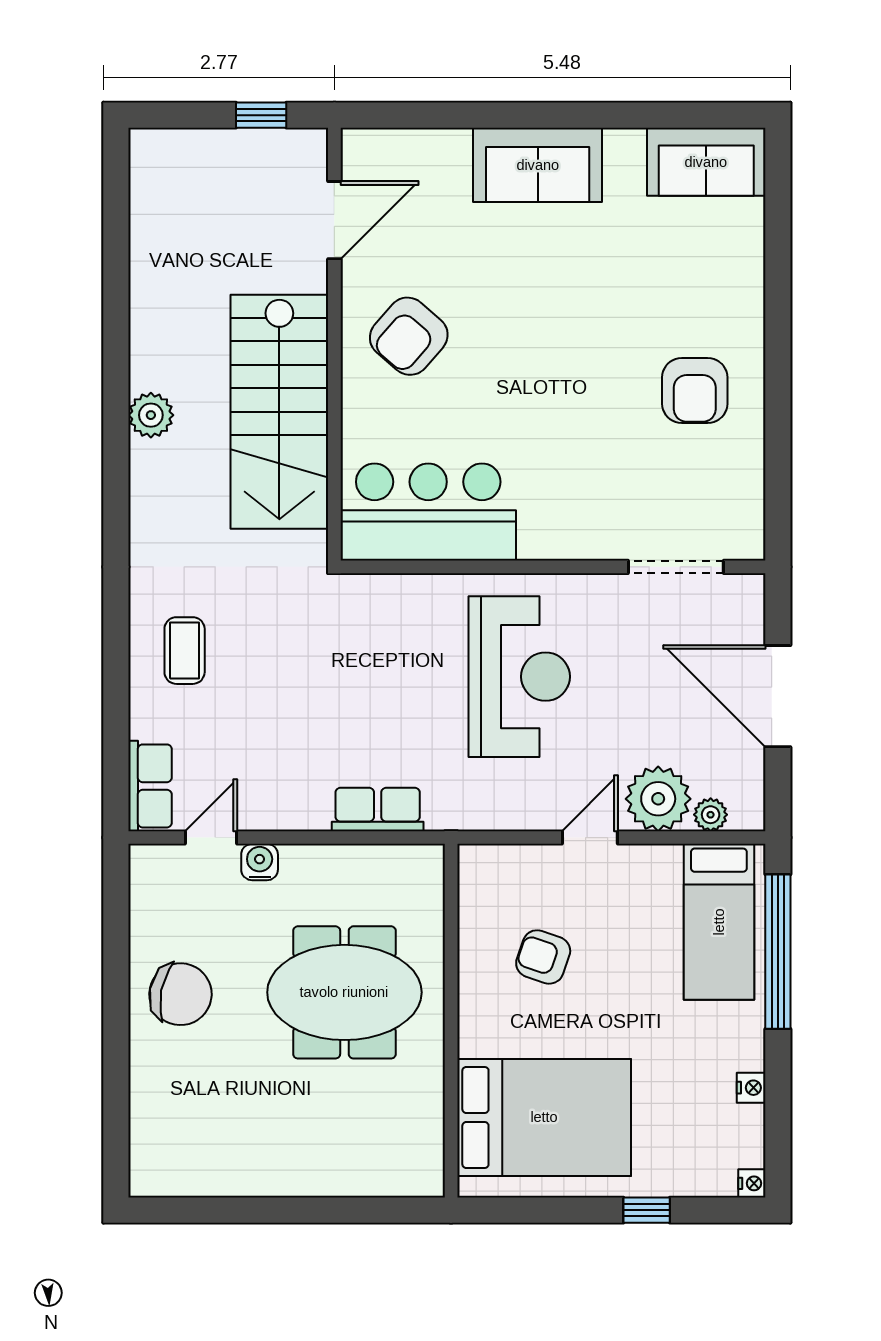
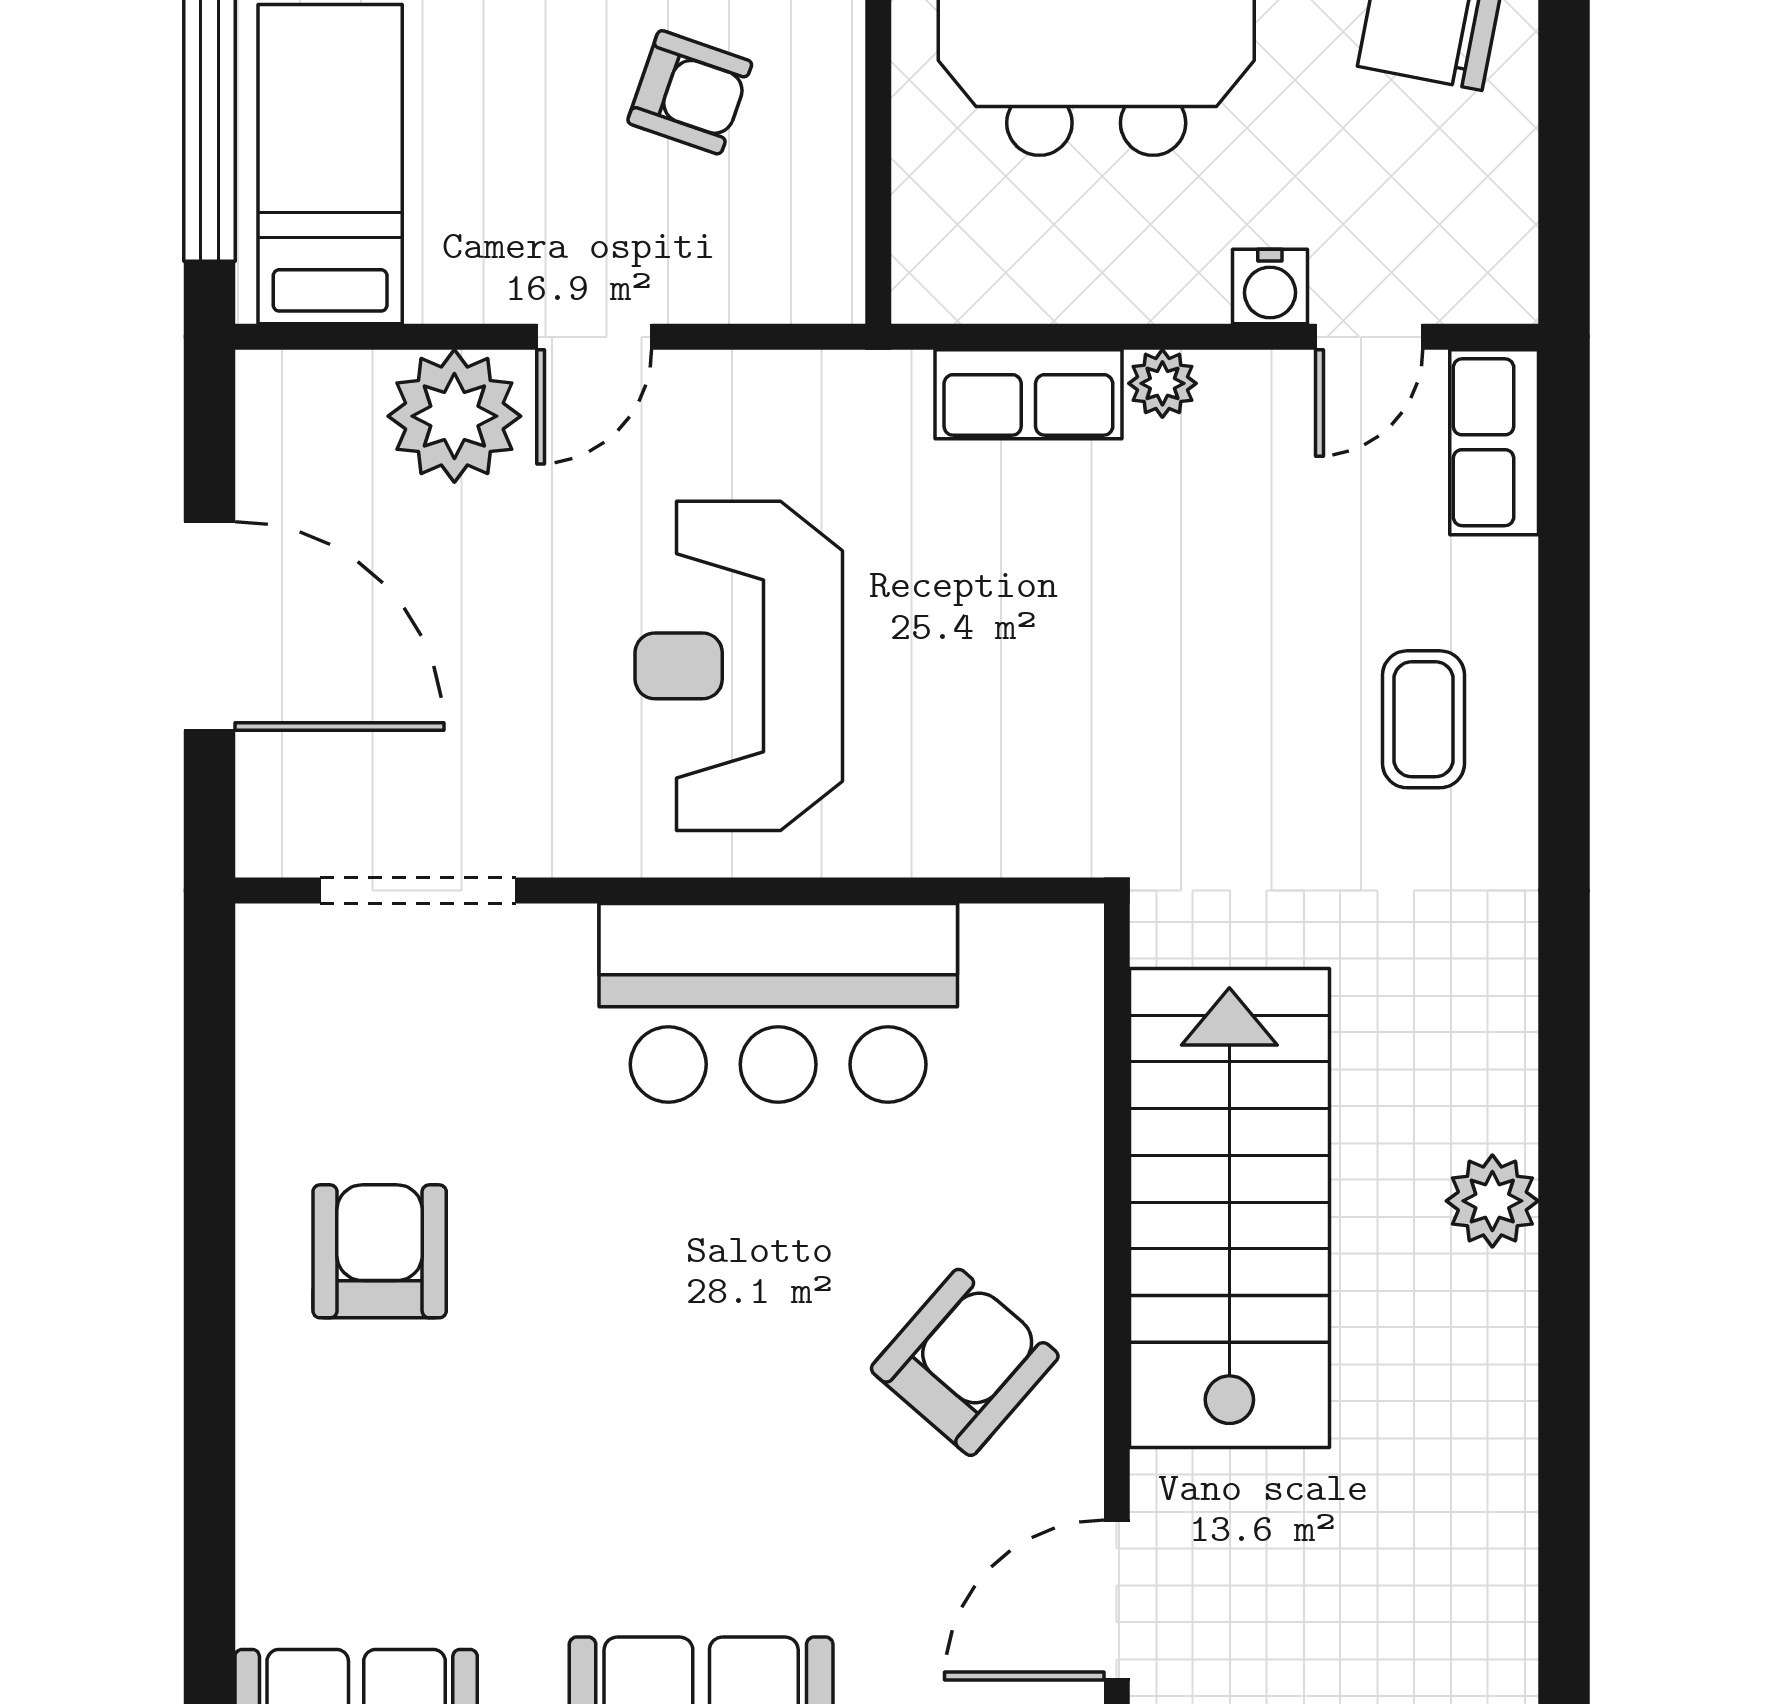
bar counter: (428, 512) -> (778, 1003), moved
plant: (711, 815) -> (1162, 383), moved

